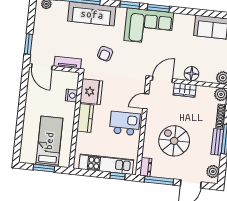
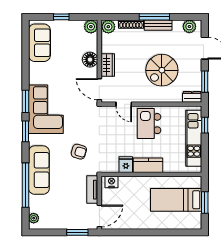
fridge: (91, 92) -> (126, 165), width x0.53, depth x0.75
nightstand: (71, 96) -> (112, 182), moved
window: (159, 180) -> (205, 82), width x0.69

